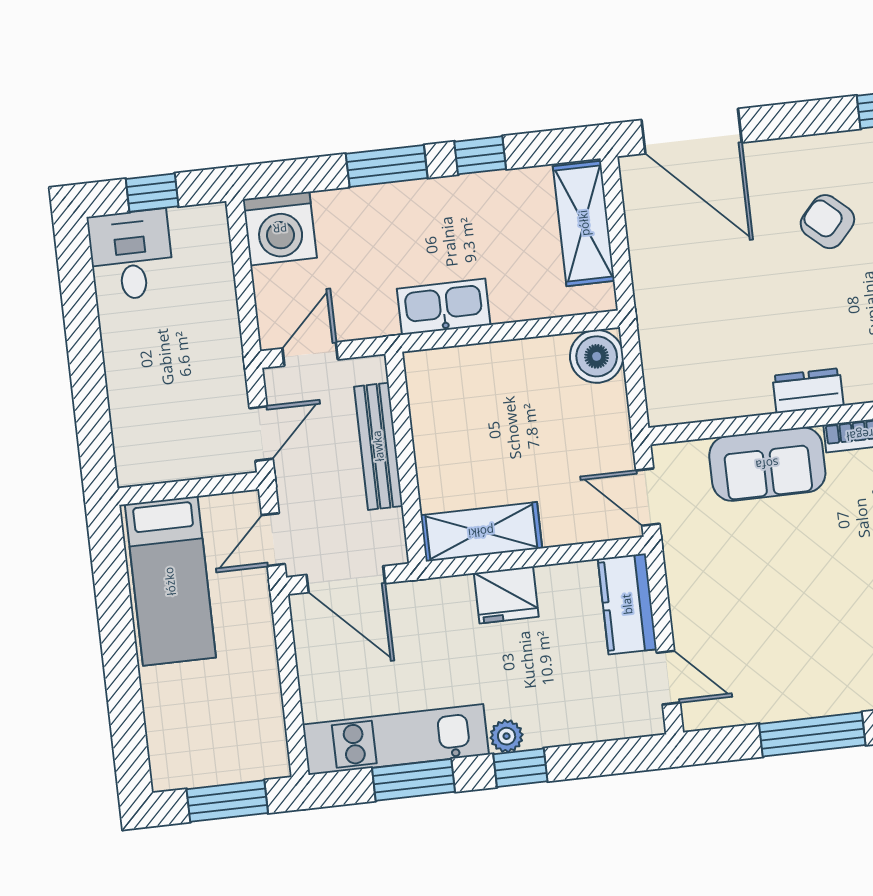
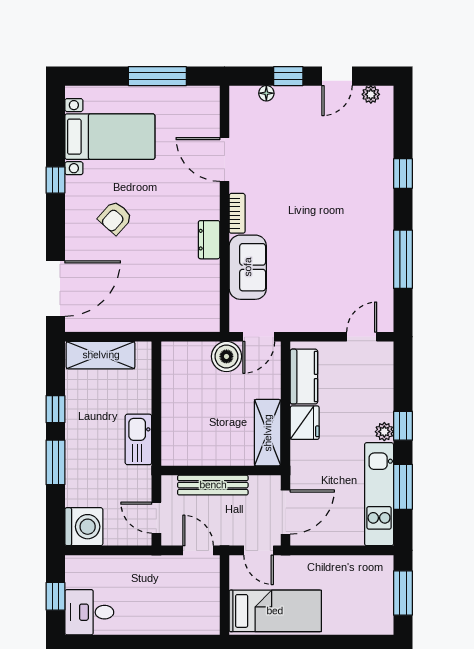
boiler: (597, 356) -> (226, 356), moved
kitchen counter: (627, 604) -> (304, 377), moved, turned -90

